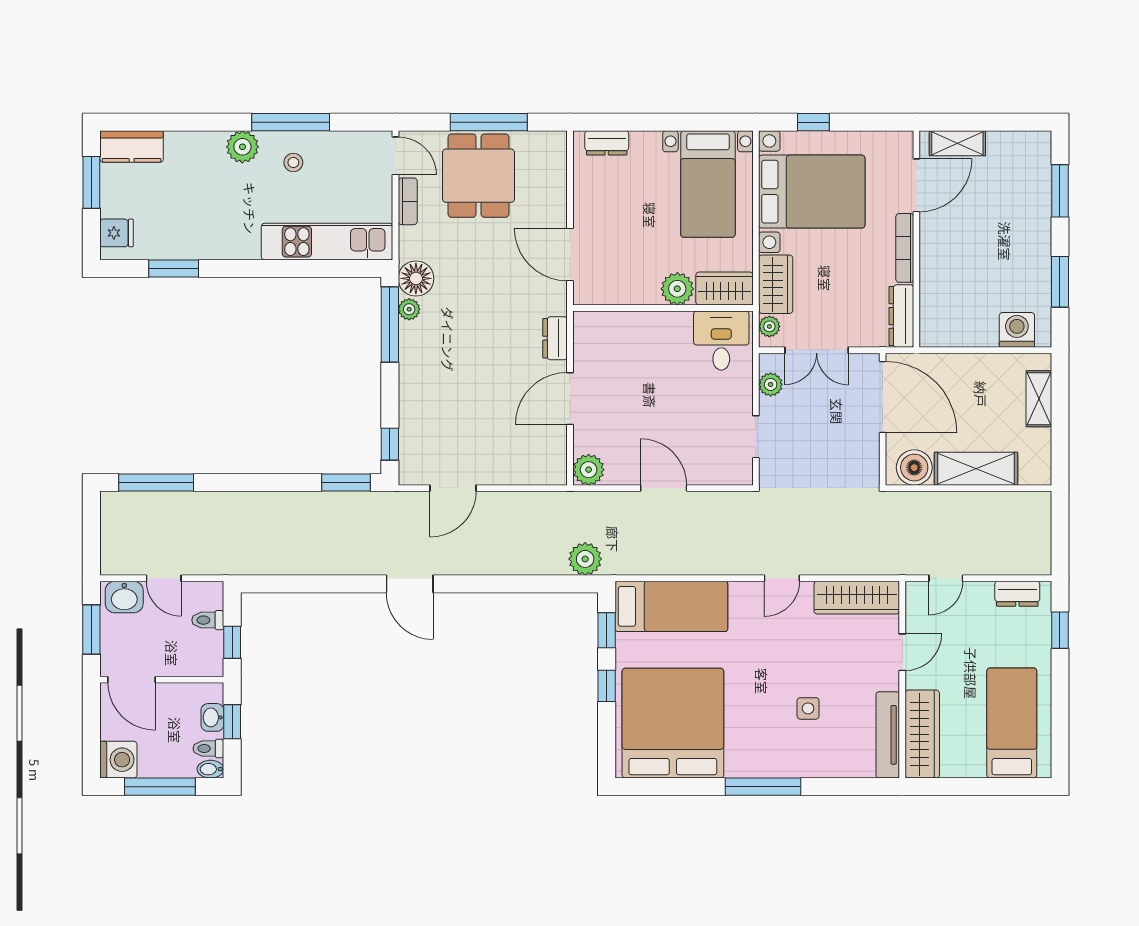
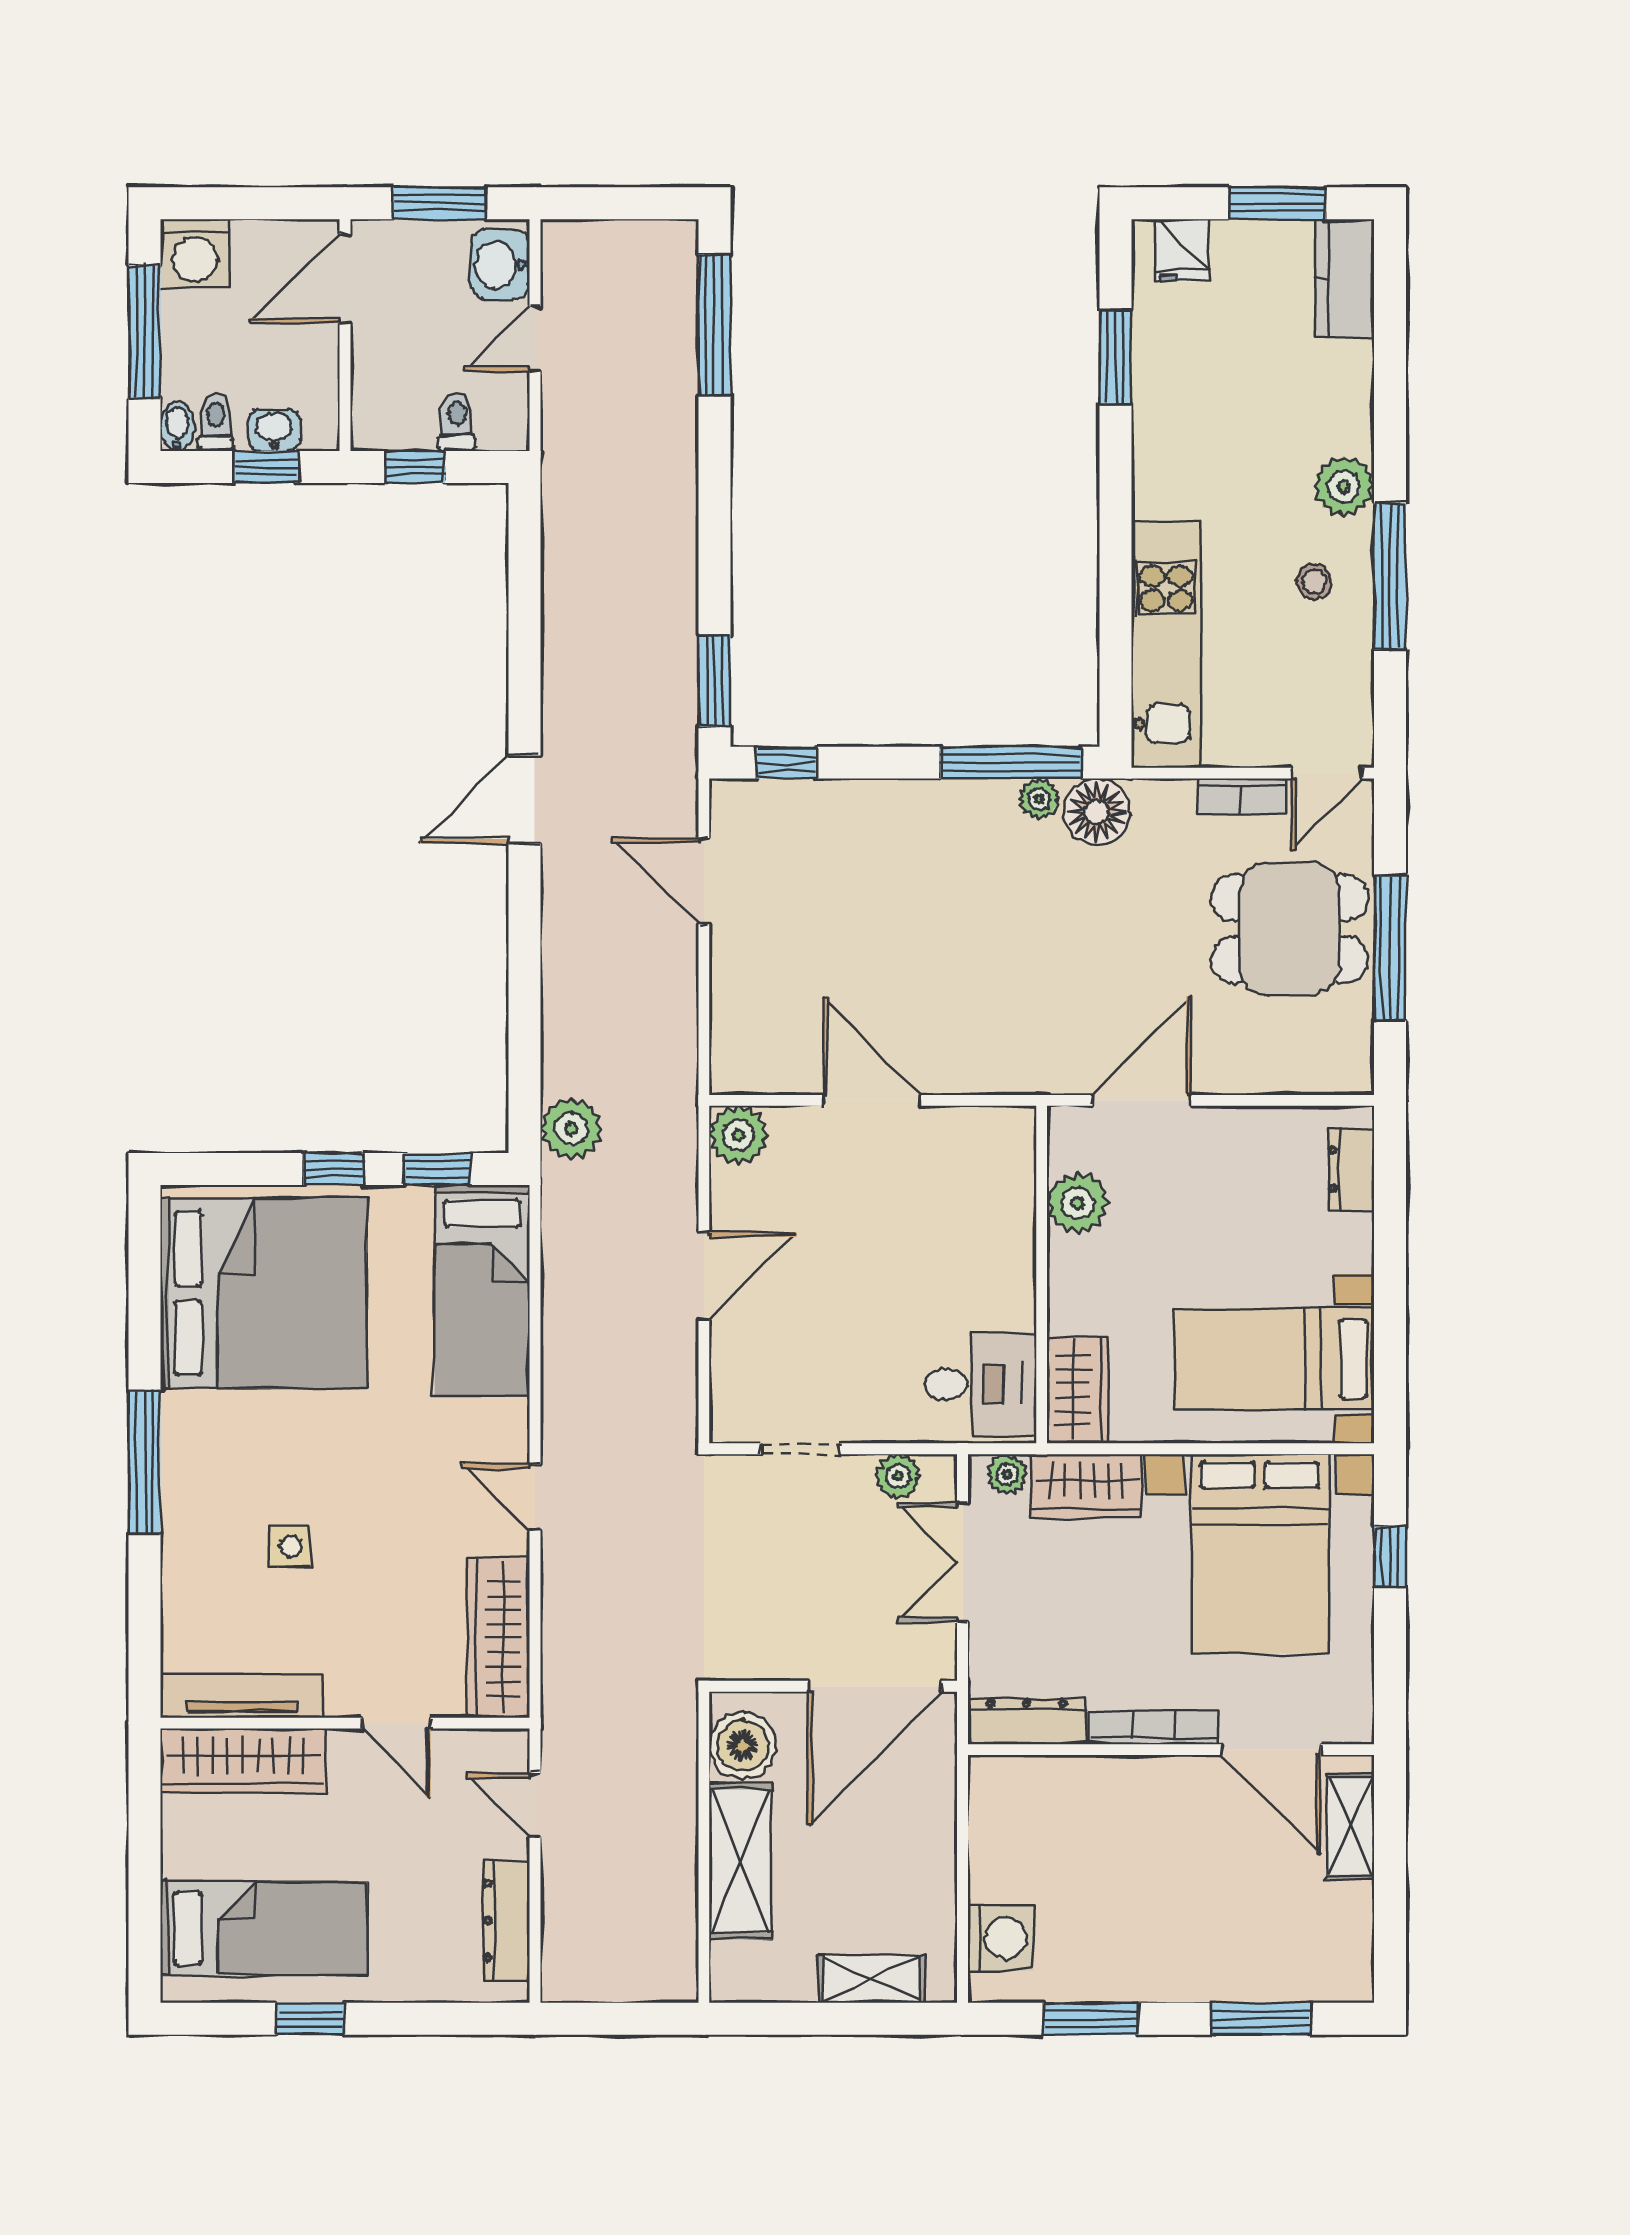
plant: (677, 289) -> (1078, 1203), moved
dresser: (555, 338) -> (985, 1072), removed
dresser: (1017, 594) -> (506, 1920), width x1.44
window: (1060, 630) -> (310, 2019), moved

